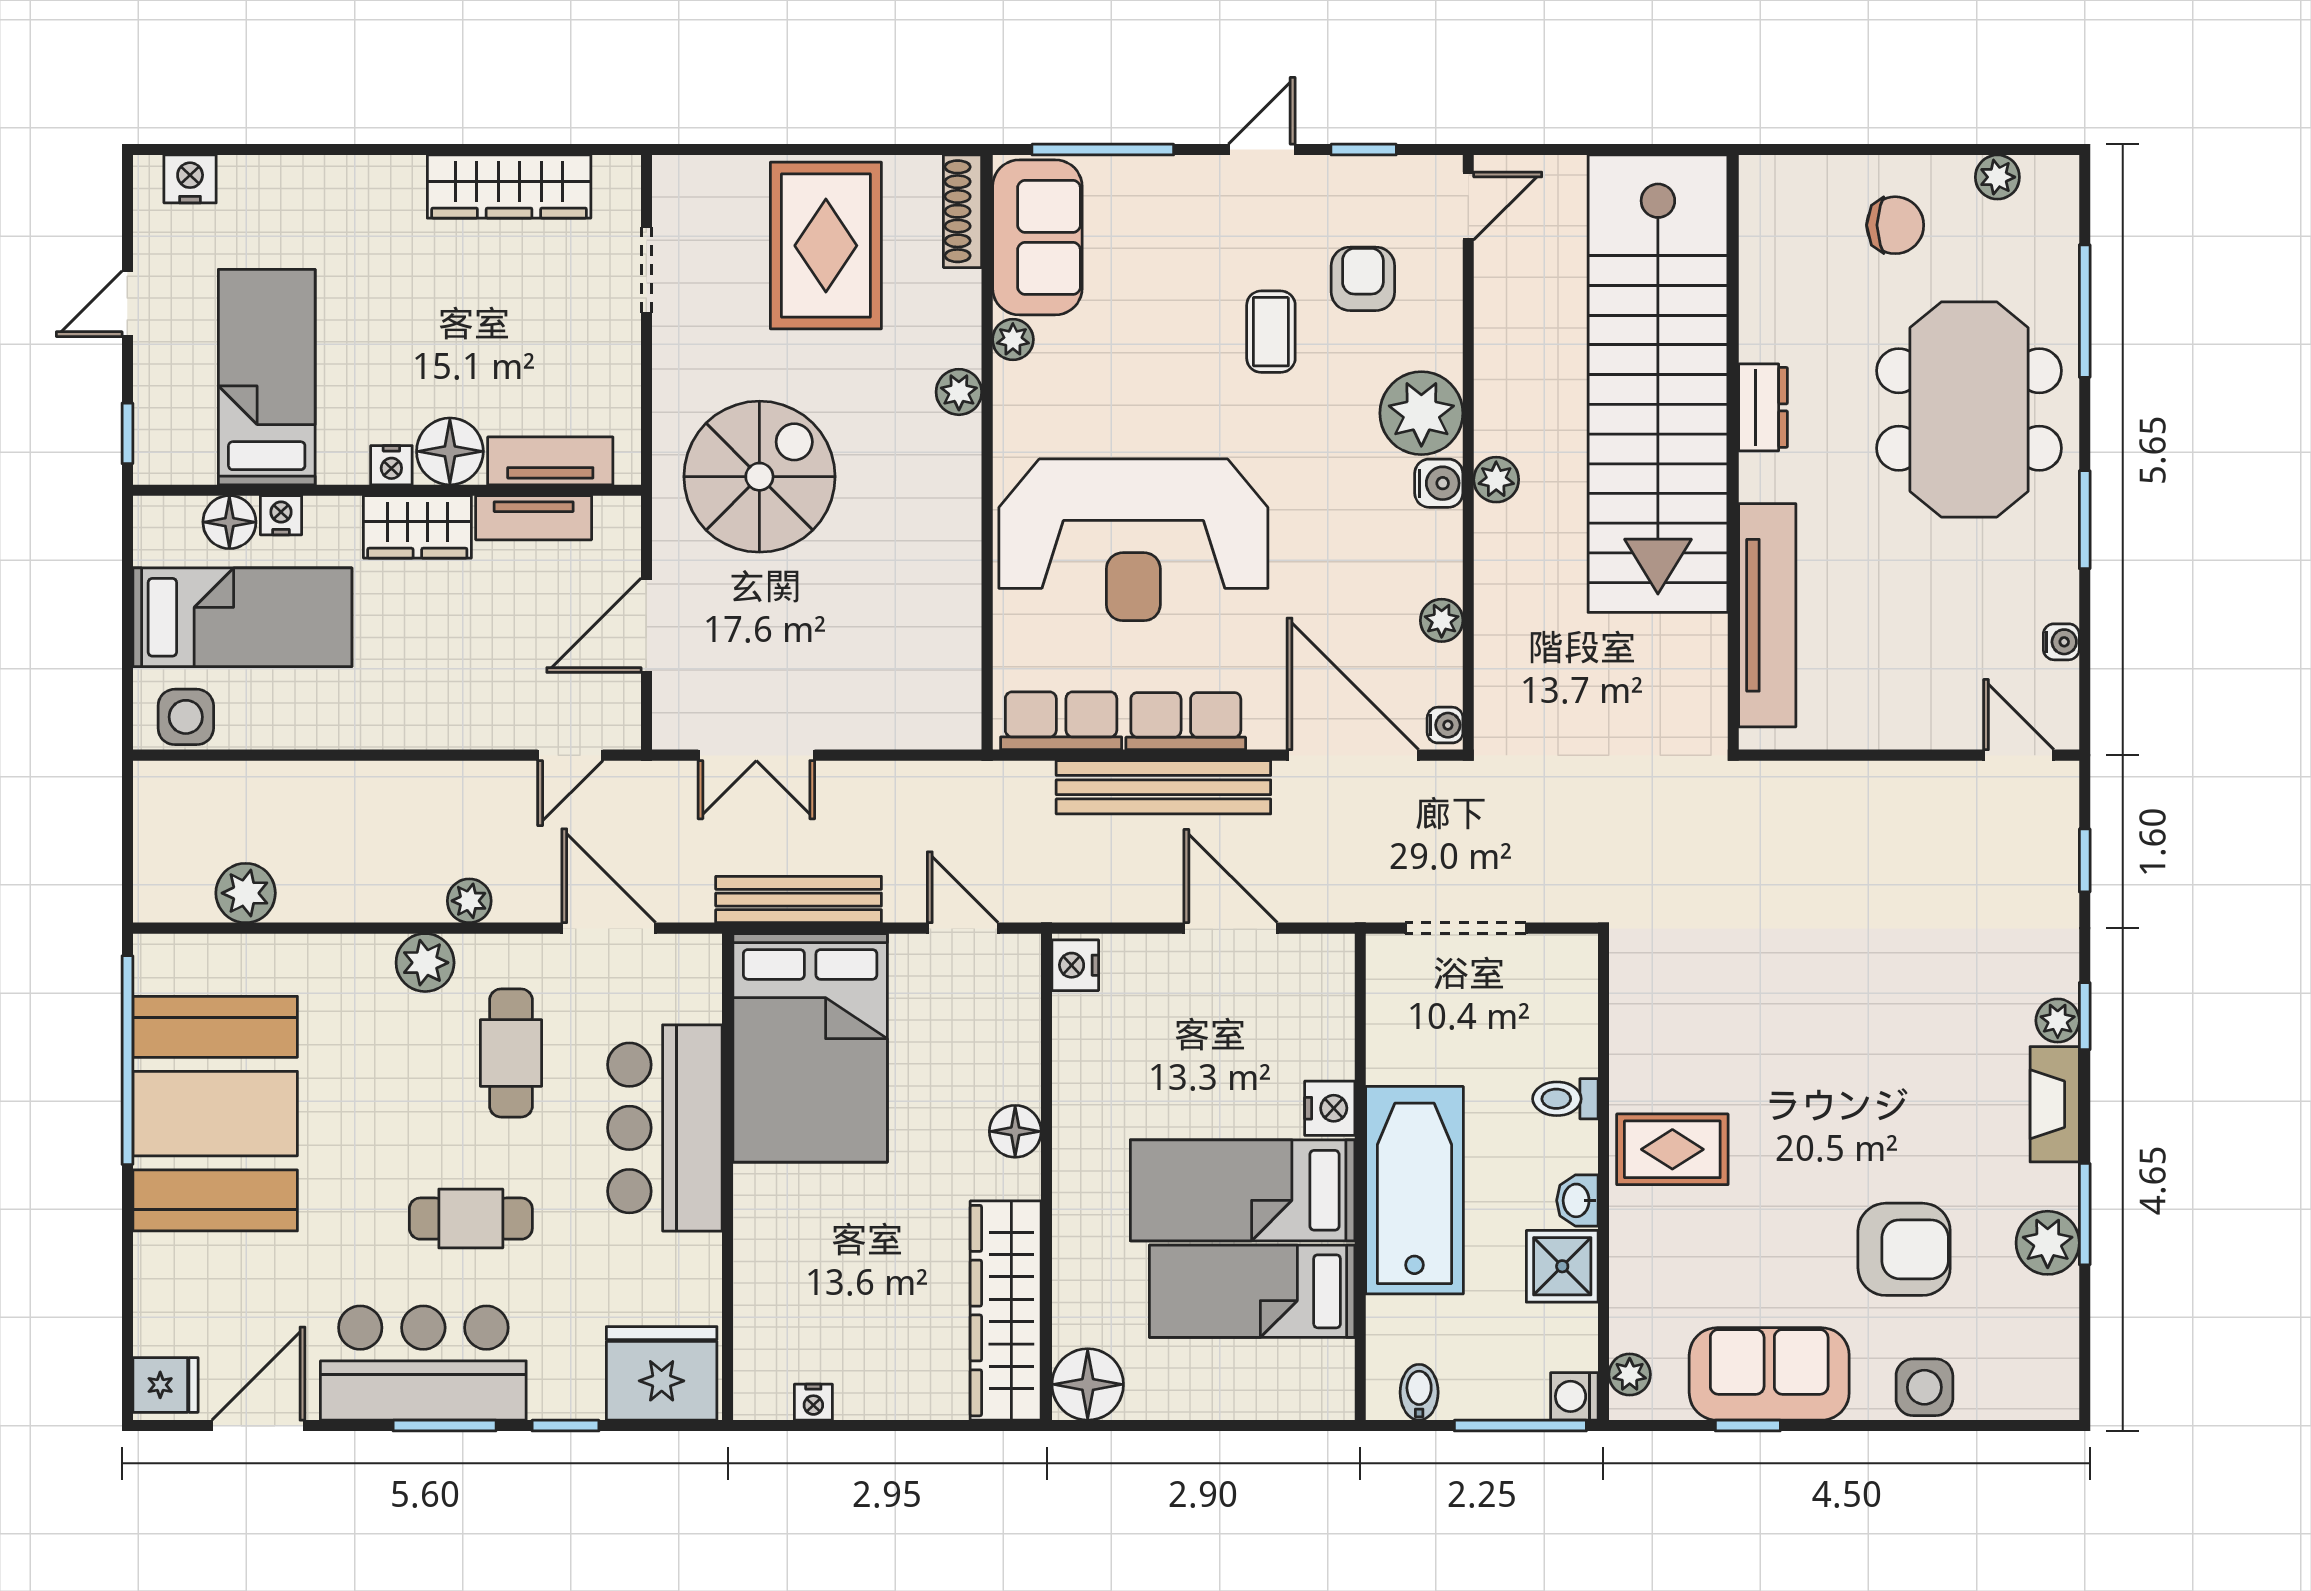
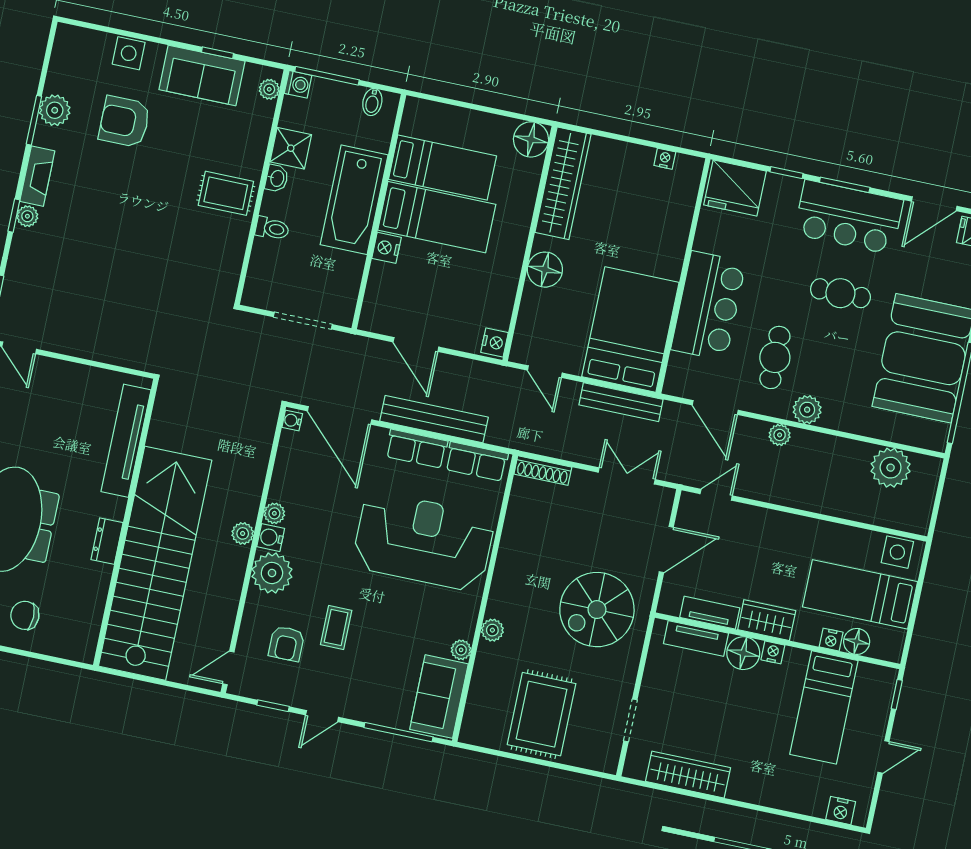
shoe rack: (963, 211) -> (543, 471), moved, turned 90
plant: (1442, 620) -> (274, 513), moved
plant: (246, 893) -> (891, 468), width x1.36, depth x1.36
floor lamp: (1015, 1131) -> (545, 270), width x1.38, depth x1.38
cafe table: (471, 1219) -> (840, 293), moved

